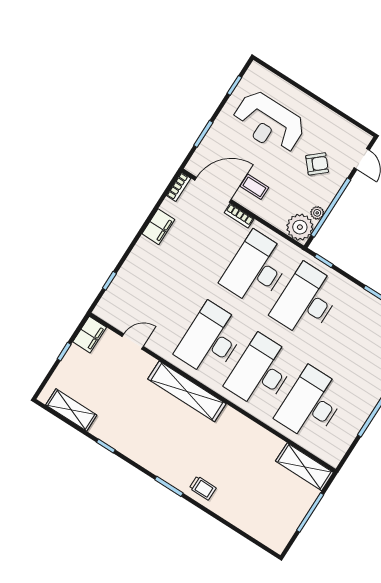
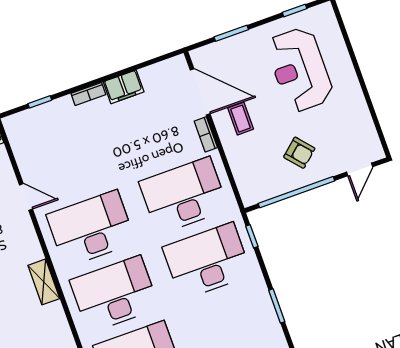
armchair: (317, 164) -> (299, 153), moved
bookcase: (179, 187) -> (88, 94), moved
plant: (317, 213) -> (280, 187), removed
plant: (300, 227) -> (254, 188), removed
door: (133, 342) -> (26, 197), moved
shelving: (187, 391) -> (44, 282), width x0.45, depth x0.75

